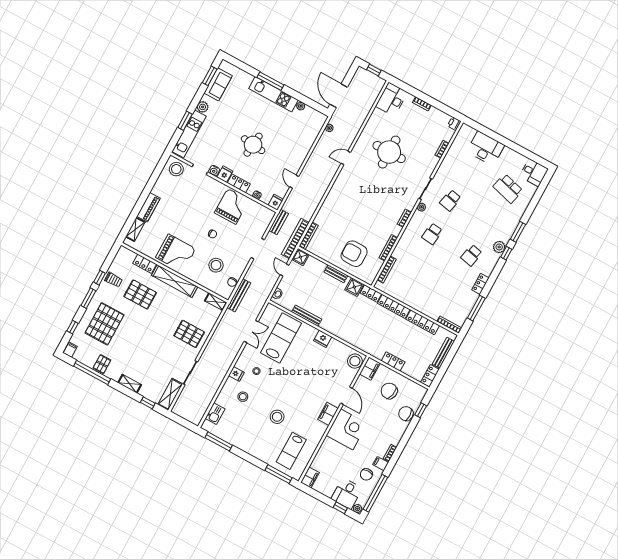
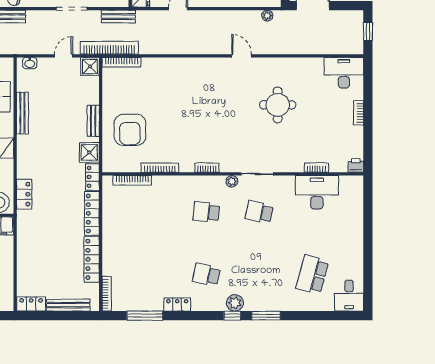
desk: (486, 148) -> (317, 192), moved, turned -90
round table: (389, 152) -> (278, 105), width x0.73, depth x0.73
armchair: (354, 254) -> (130, 130), turned 180
locker: (393, 361) -> (24, 194), moved

